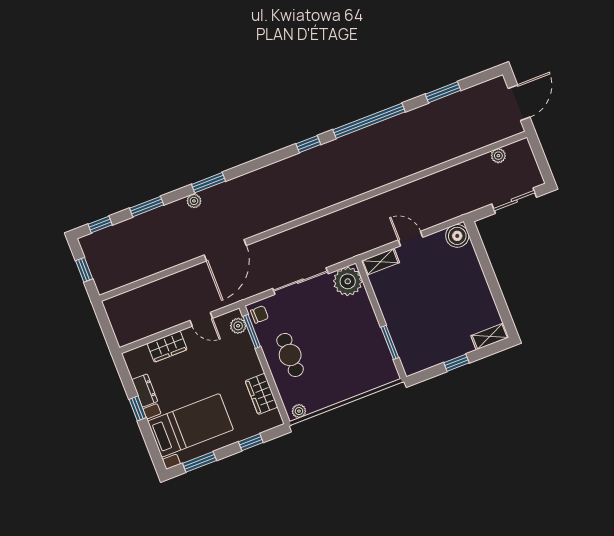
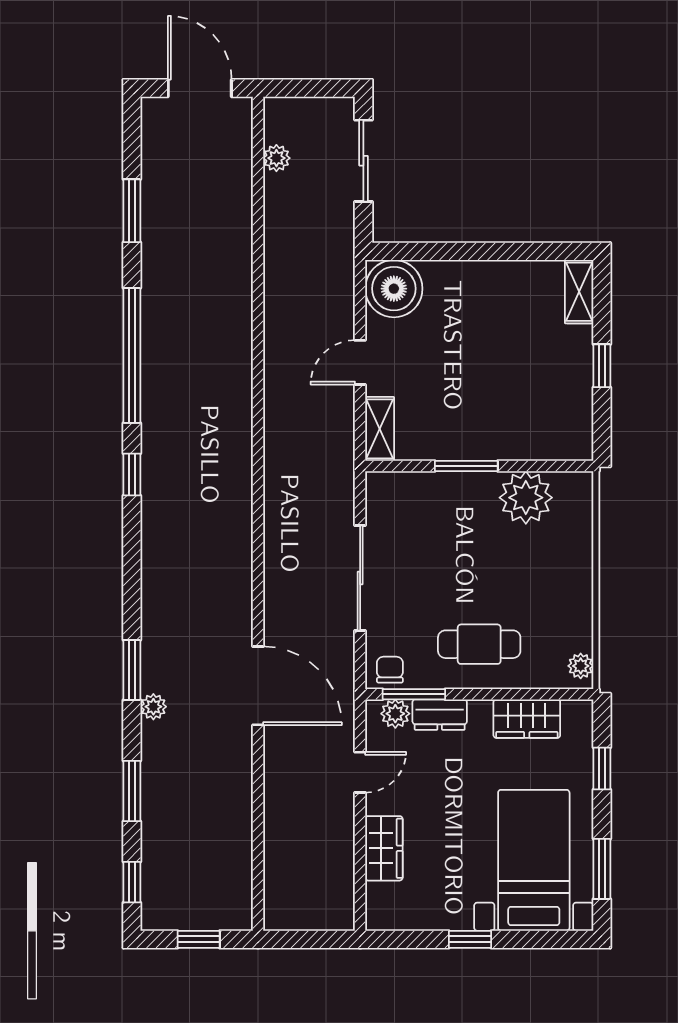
boiler: (457, 236) -> (394, 289), width x1.37, depth x1.37
plant: (348, 281) -> (526, 498), moved
window: (390, 342) -> (466, 466), moved
dresser: (145, 391) -> (440, 715), moved, turned 180

